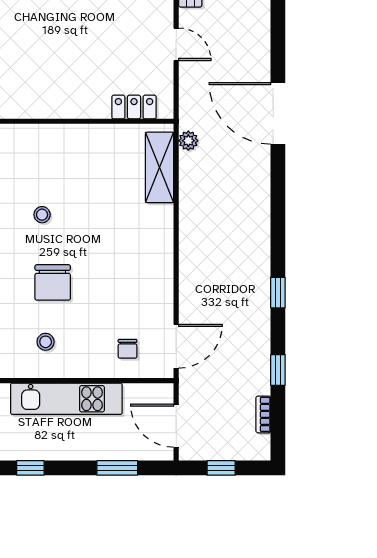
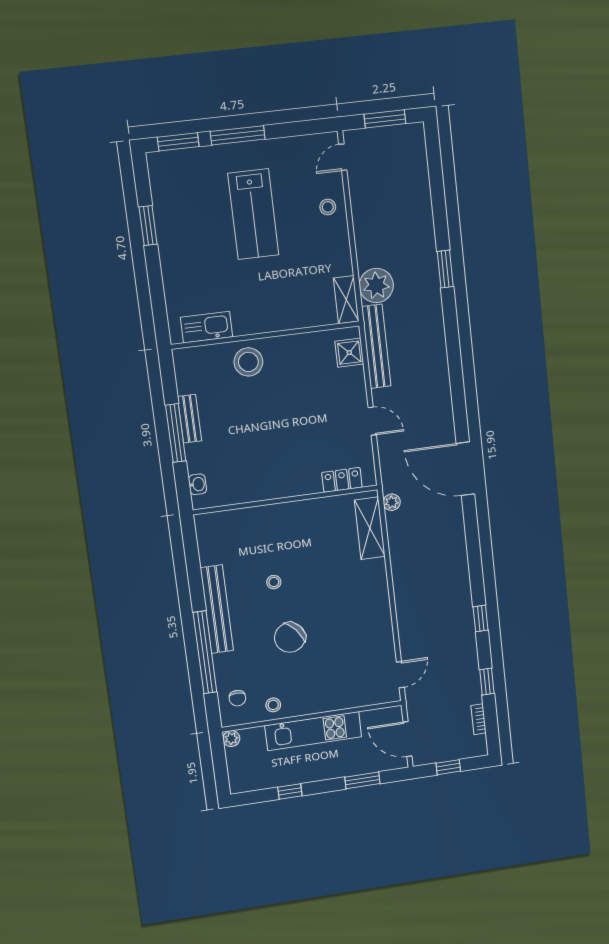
chair: (53, 282) -> (290, 637), turned 50
stool: (46, 342) -> (273, 705), moved
door: (176, 346) -> (400, 675), width x0.73
chair: (128, 349) -> (360, 683), removed

